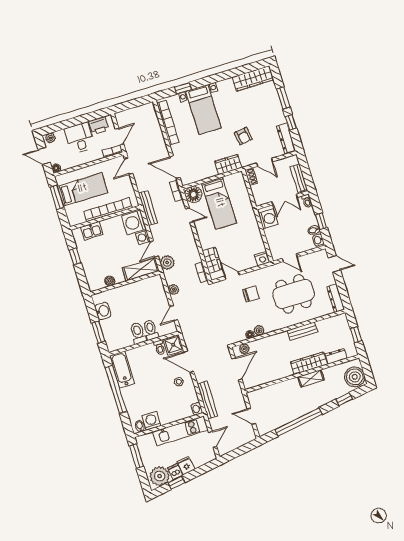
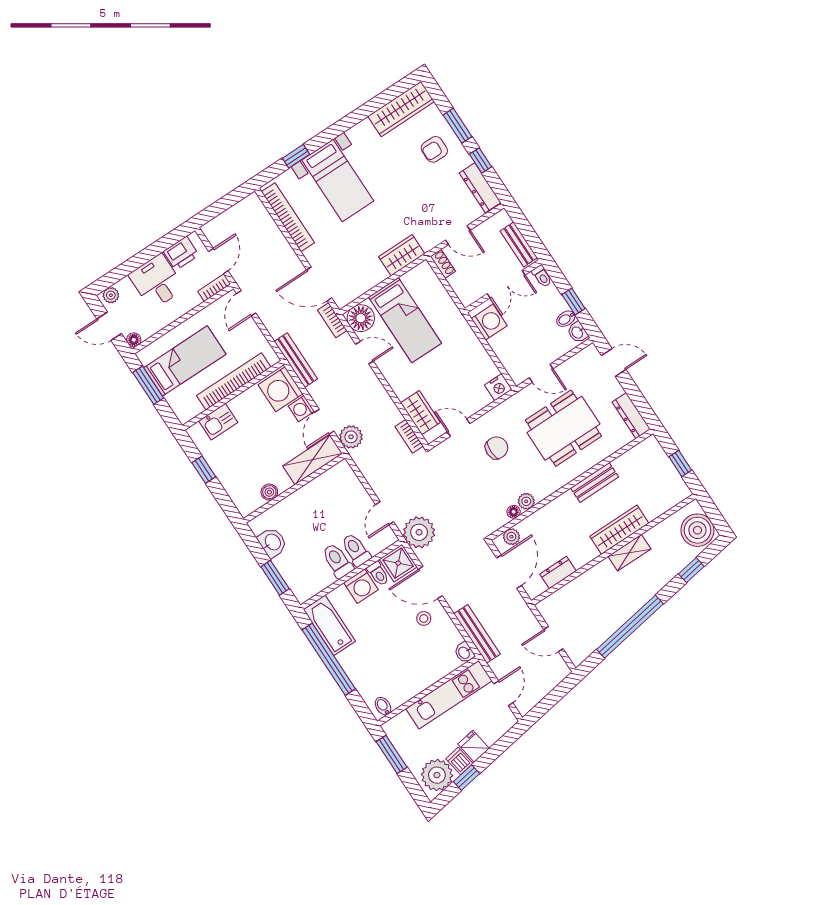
armchair: (243, 136) -> (434, 149), moved, turned 98
plant: (173, 289) -> (419, 532), moved, width x1.88, depth x1.88
dresser: (336, 356) -> (558, 572), moved
washing machine: (151, 421) -> (361, 586), moved, turned 180

